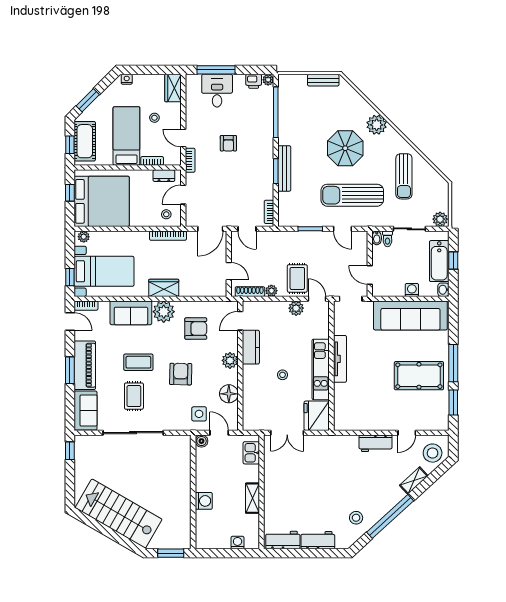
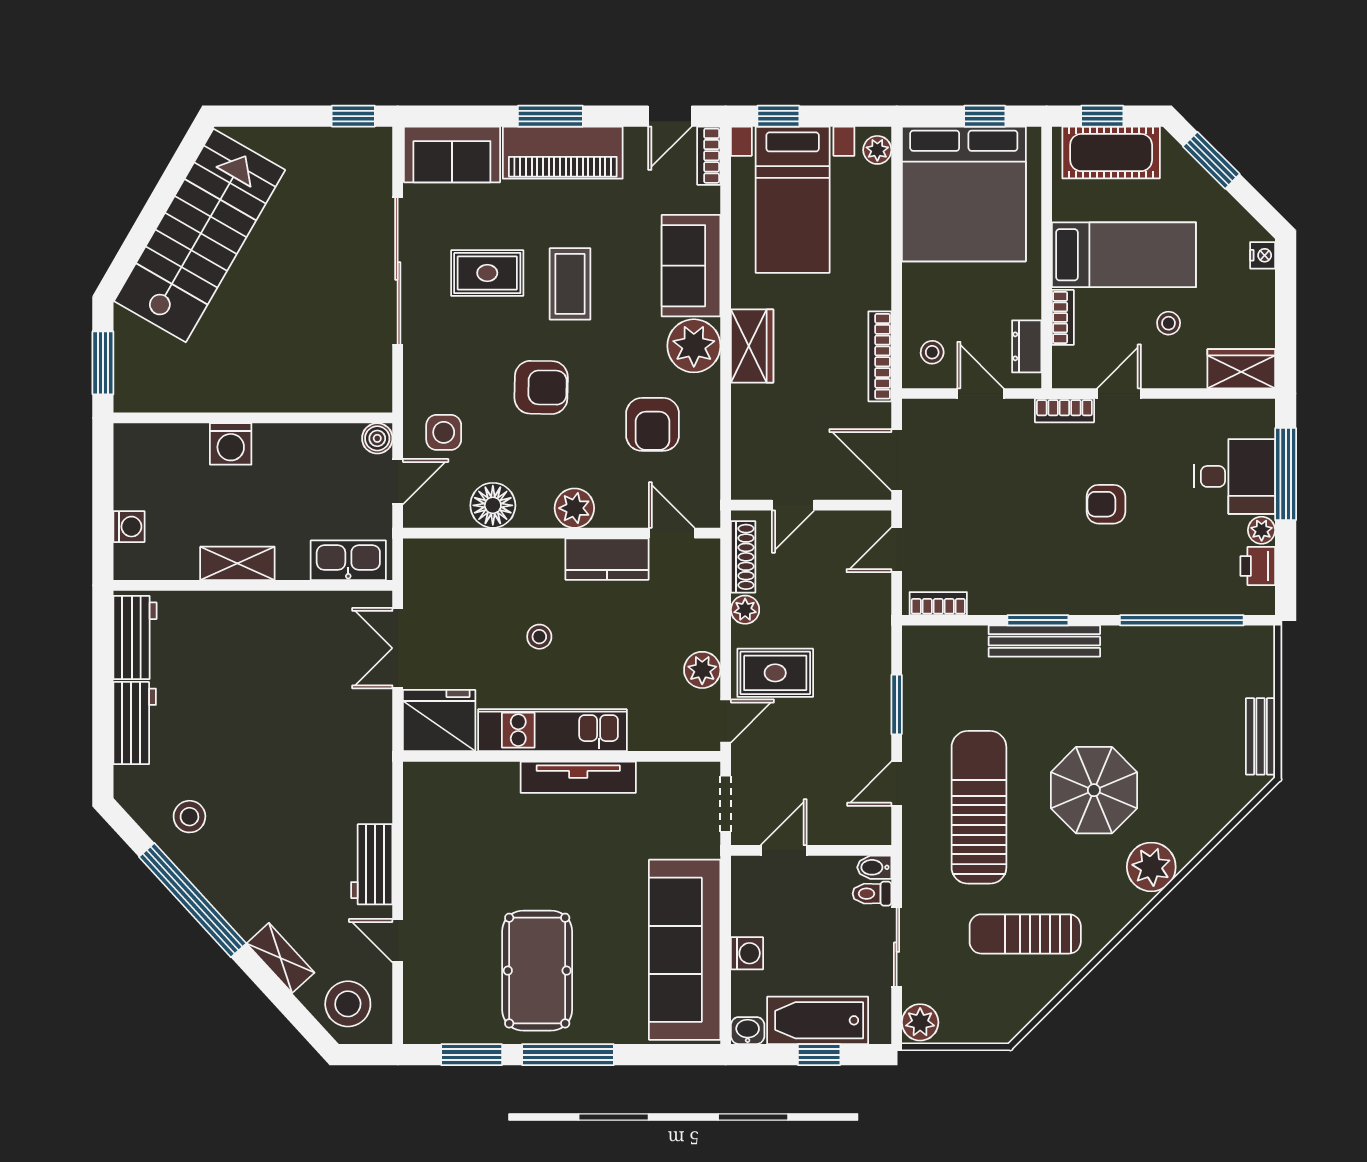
plant: (268, 80) -> (1262, 530), moved
kitchen sink: (251, 453) -> (348, 560), width x1.38

